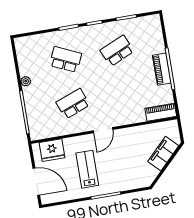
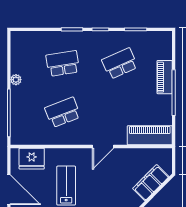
school desk: (66, 59) -> (63, 63), turned -33
piano: (162, 69) -> (165, 77), moved
piano: (161, 112) -> (150, 135), width x1.37, depth x1.33
door: (103, 130) -> (103, 146), moved

